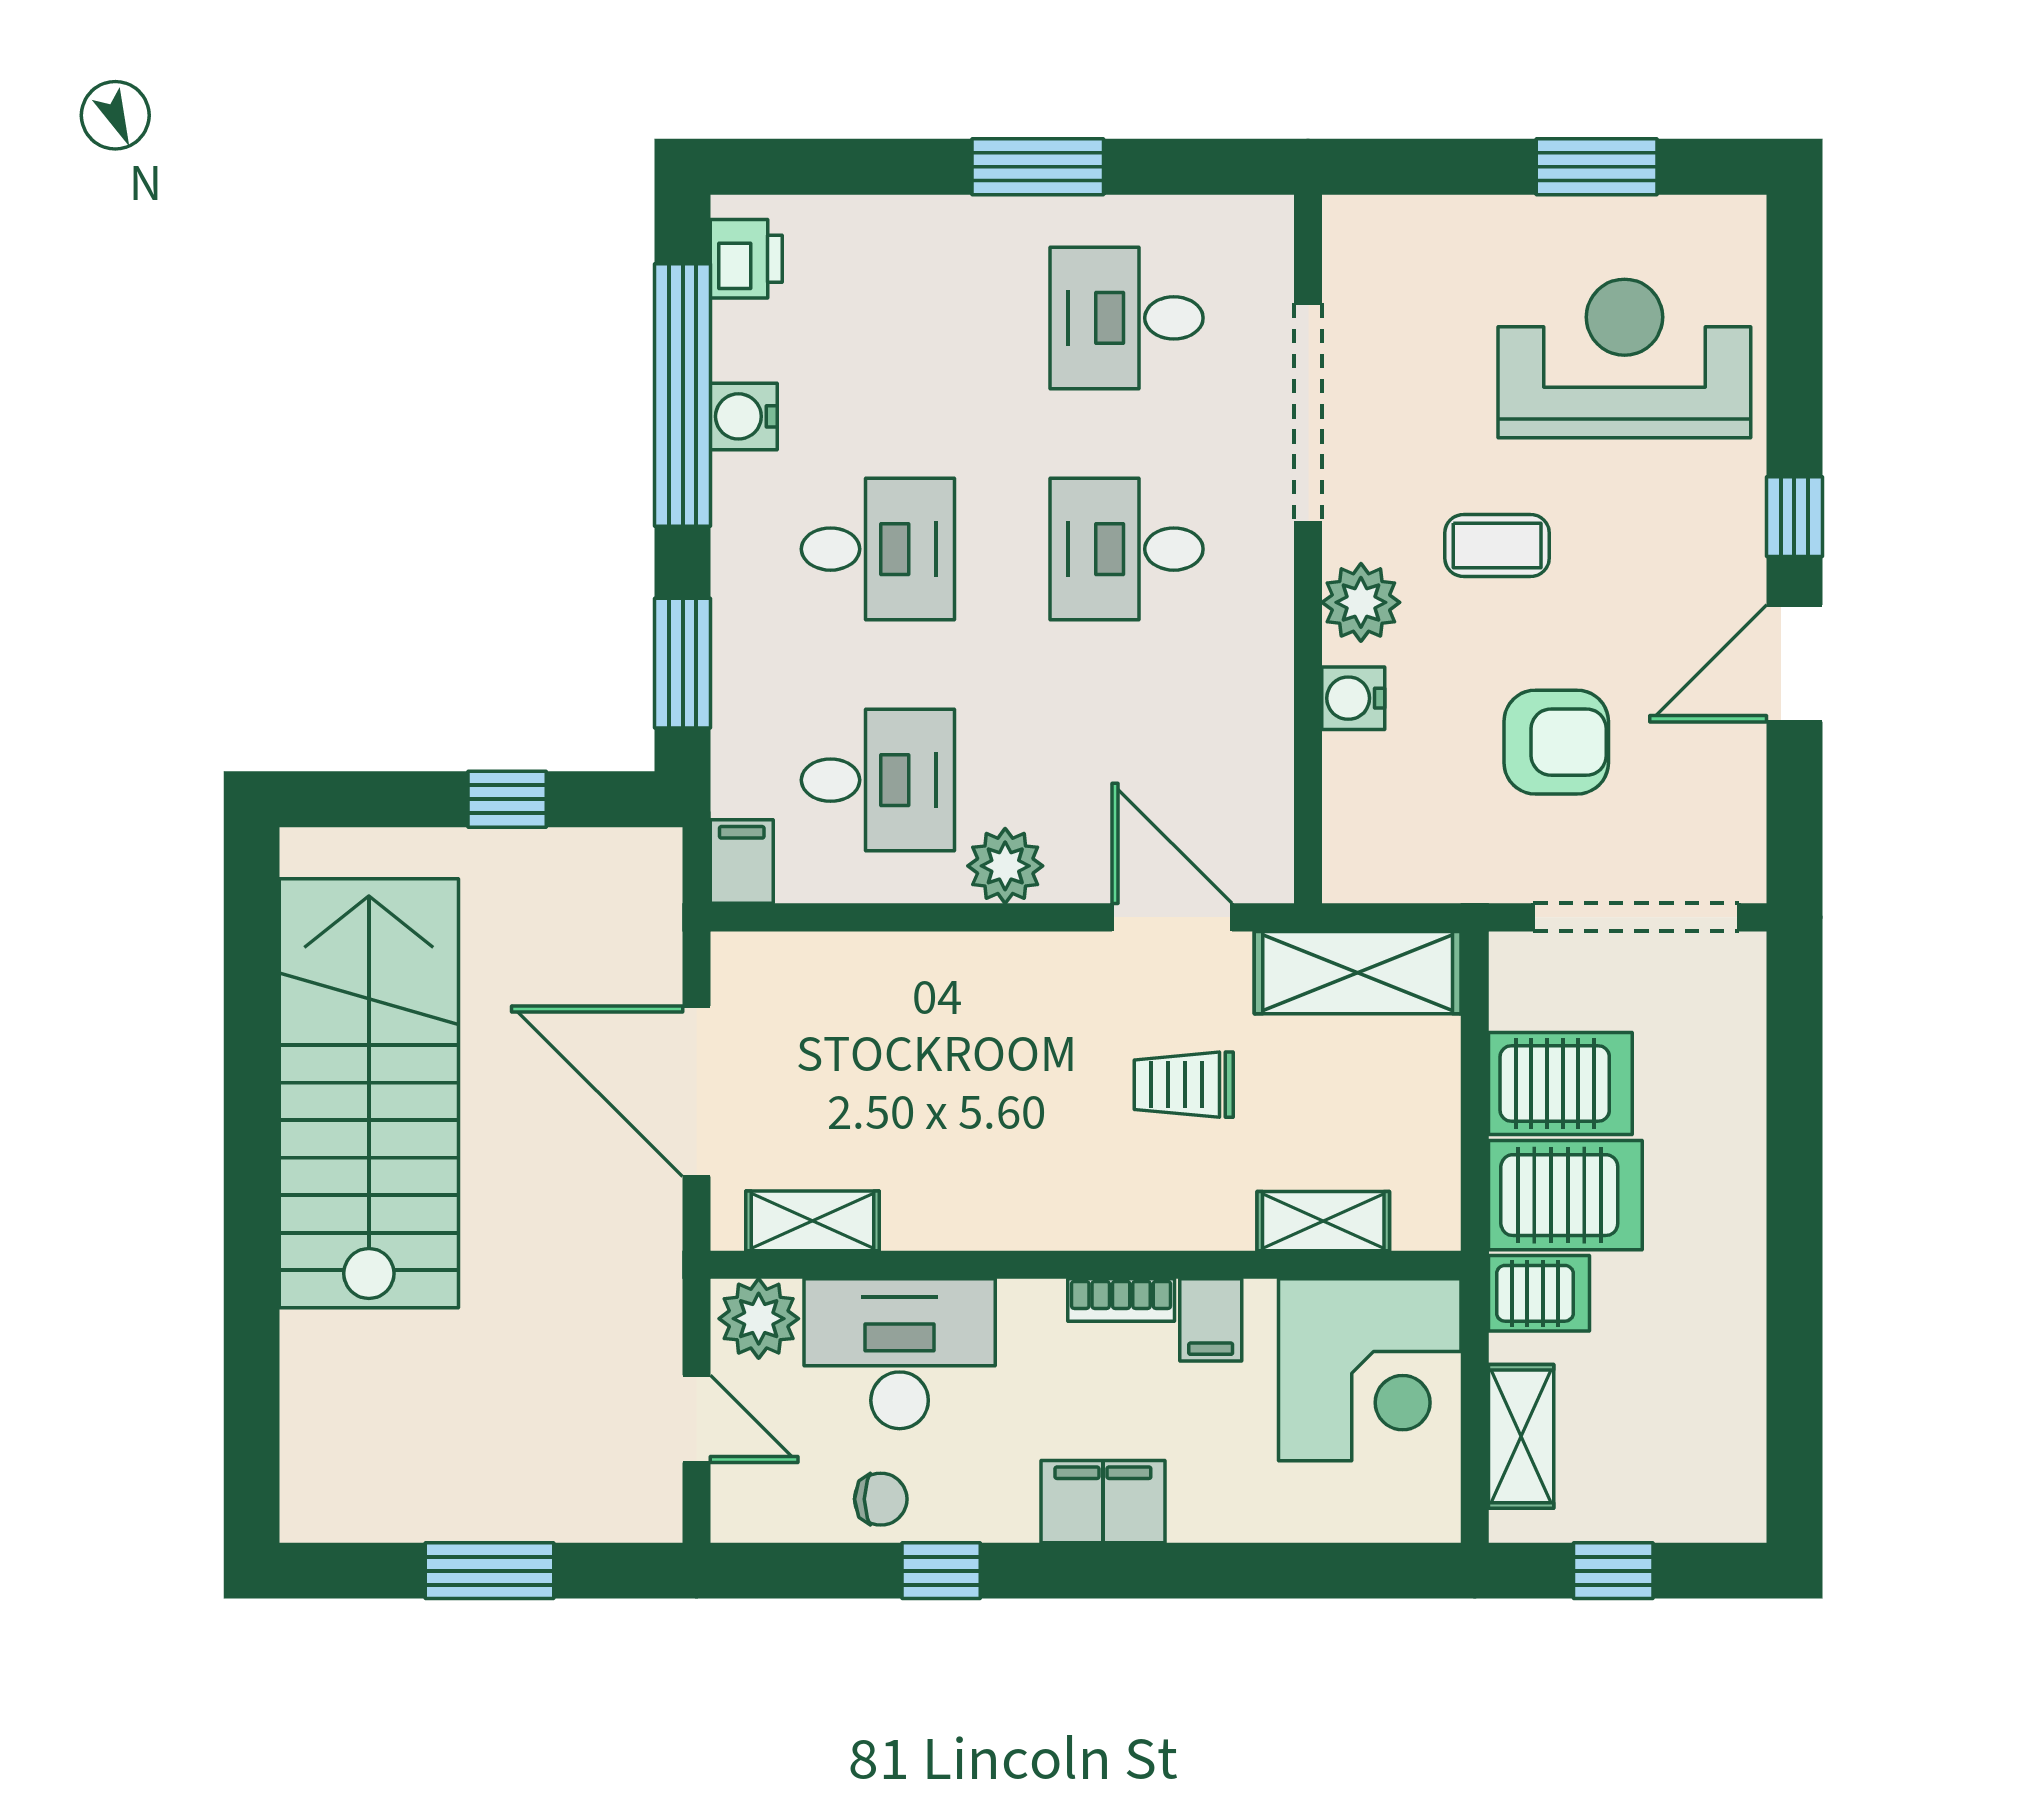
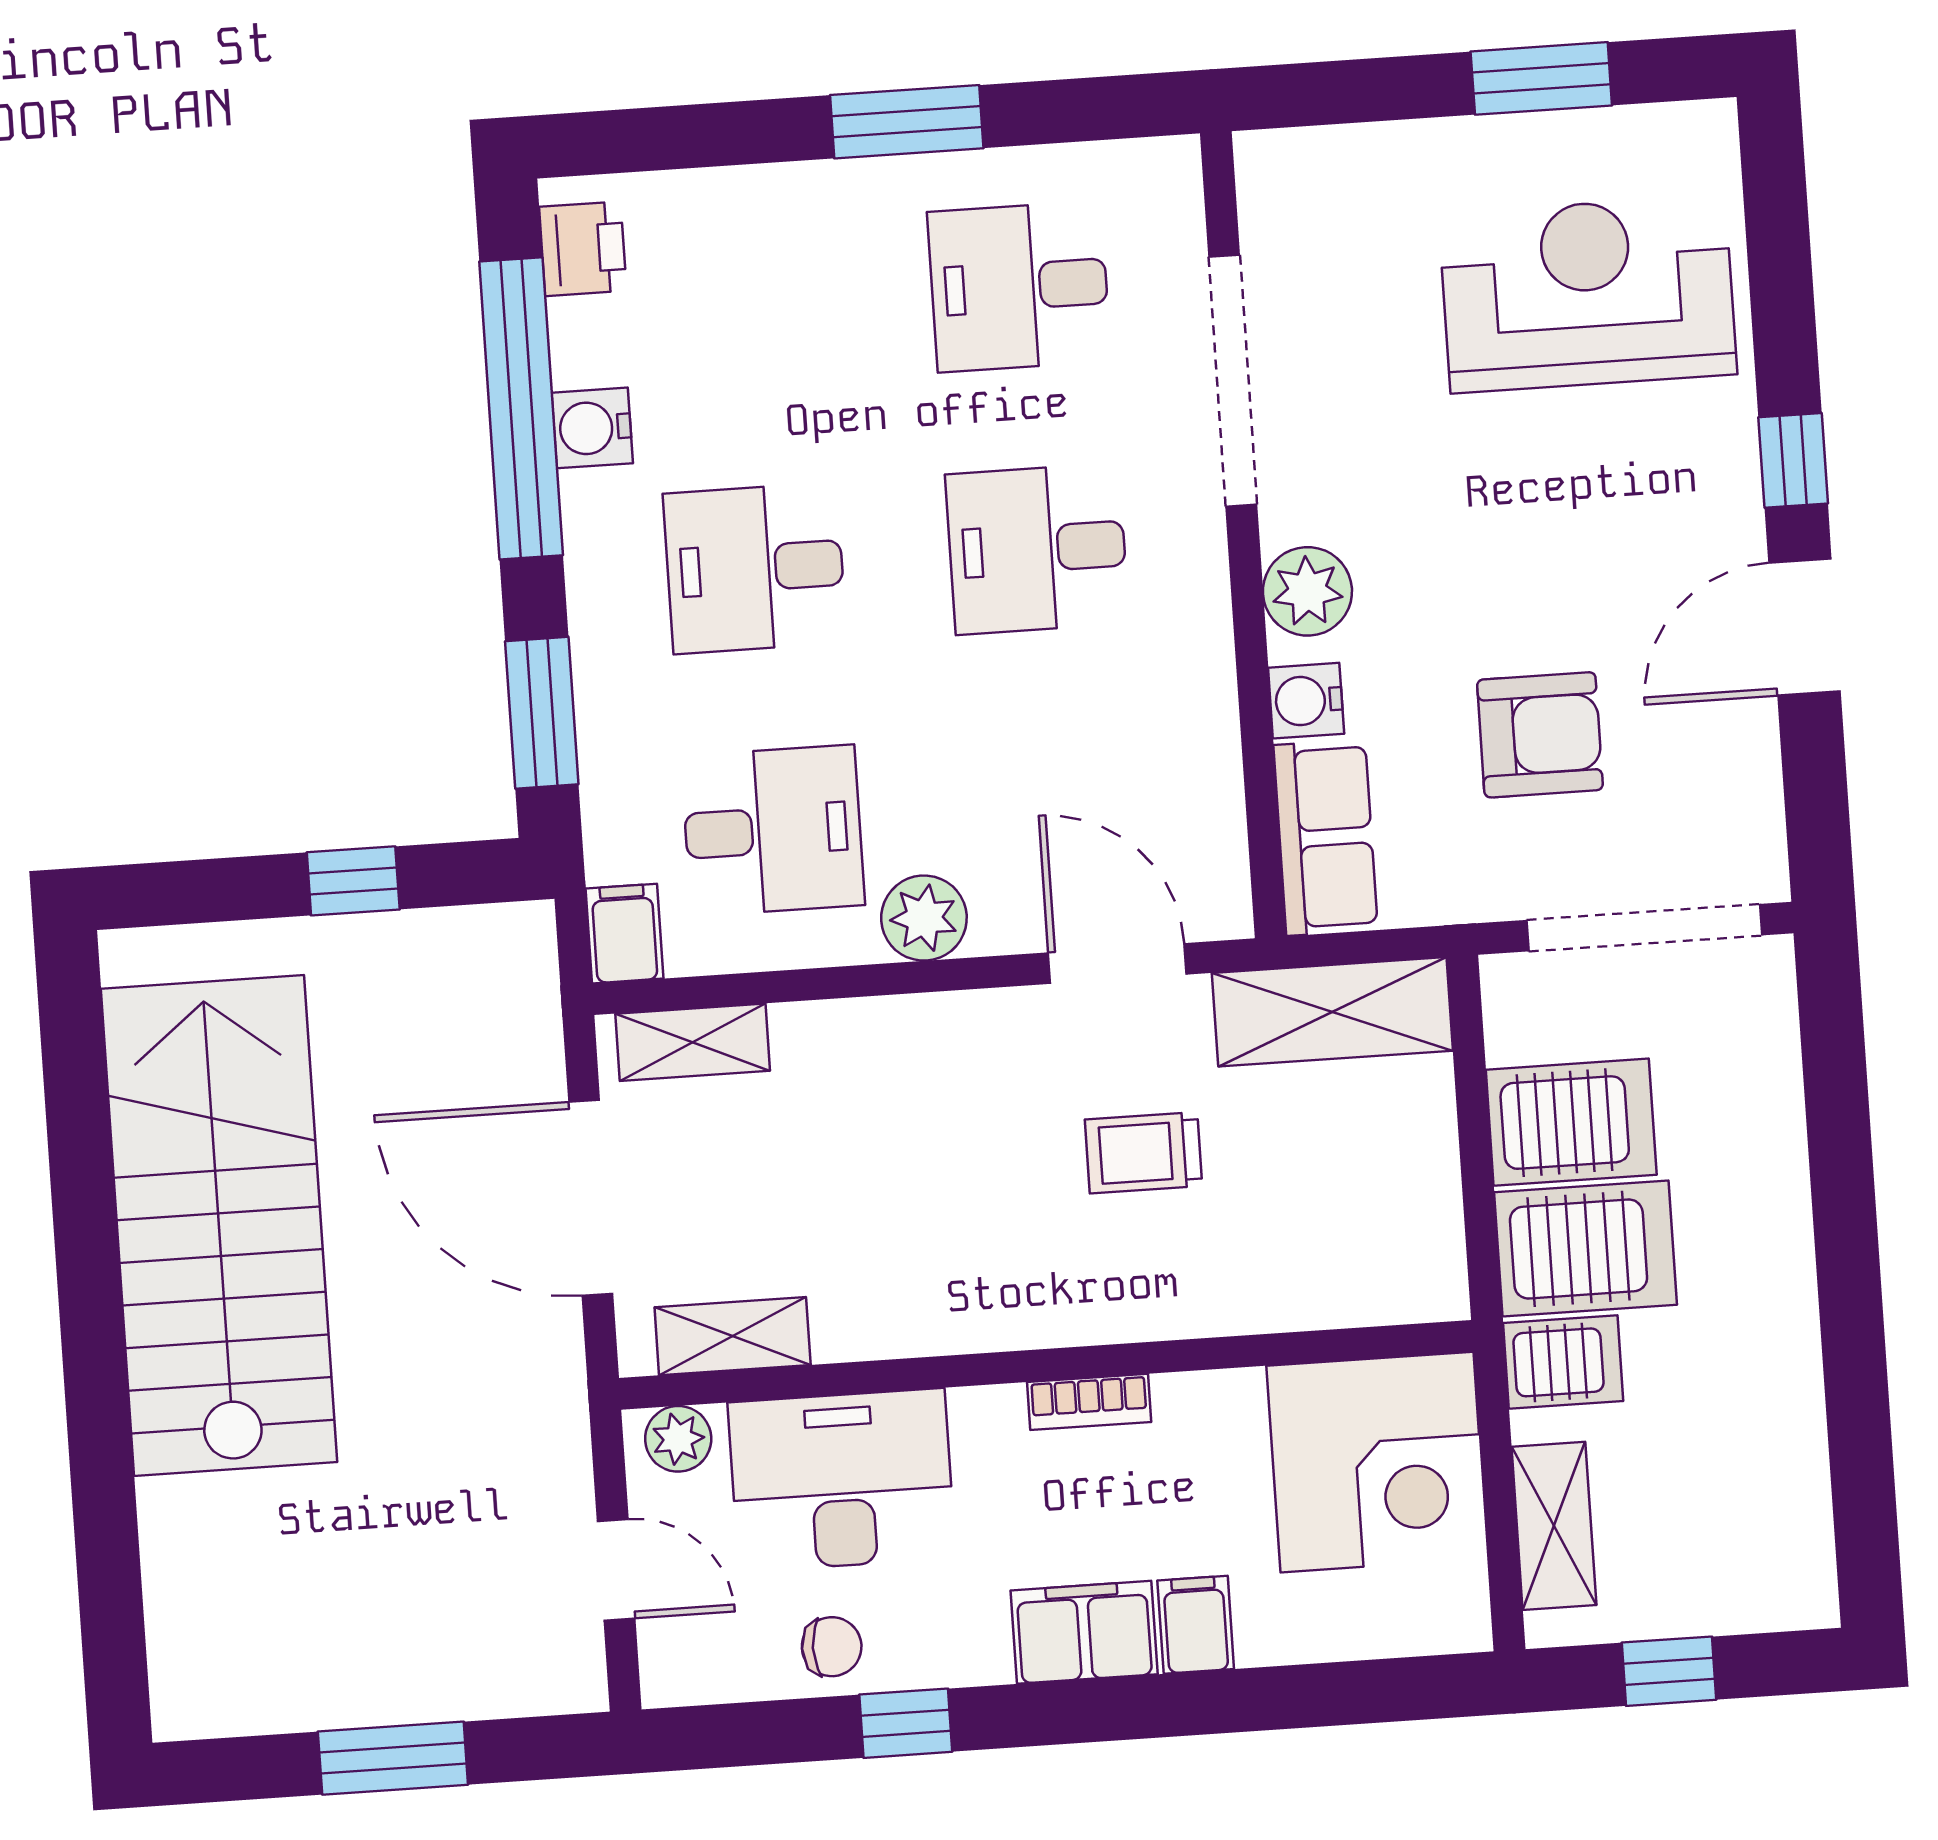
coffee table: (1497, 545) -> (1458, 516), removed
desk: (878, 549) -> (755, 568), turned 180
row of seats: (1362, 819) -> (1326, 837), added
shelving: (1323, 1221) -> (693, 1042), moved
plant: (759, 1319) -> (678, 1439), width x0.73, depth x0.73
filing cabinet: (1211, 1320) -> (1196, 1625), moved, turned 180

